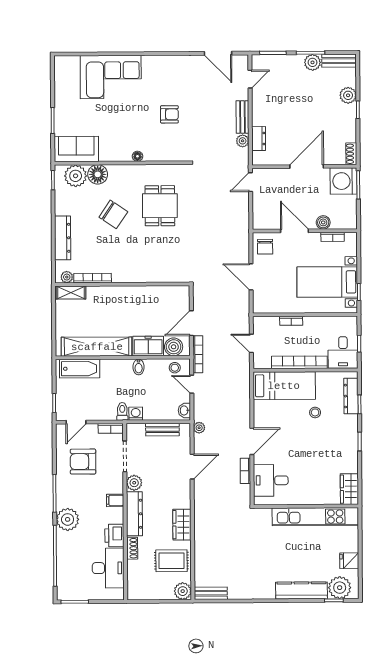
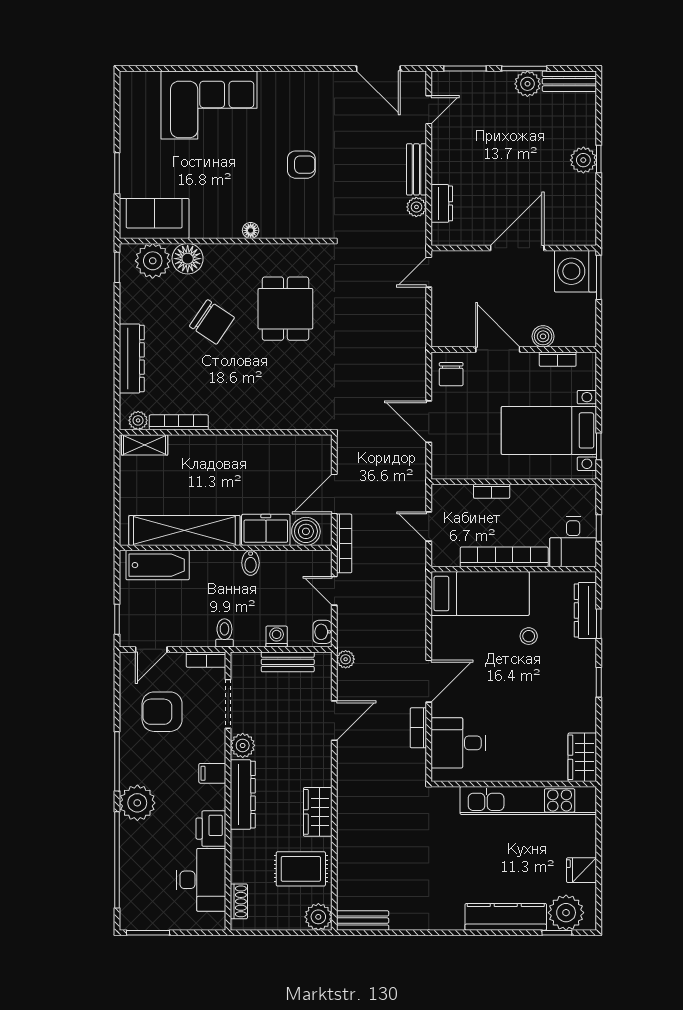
plant: (348, 95) -> (583, 160), moved
shoe rack: (351, 154) -> (588, 228), removed
stool: (175, 368) -> (308, 564), removed
washing machine: (136, 414) -> (277, 637), moved
shoe rack: (132, 548) -> (239, 901), moved

